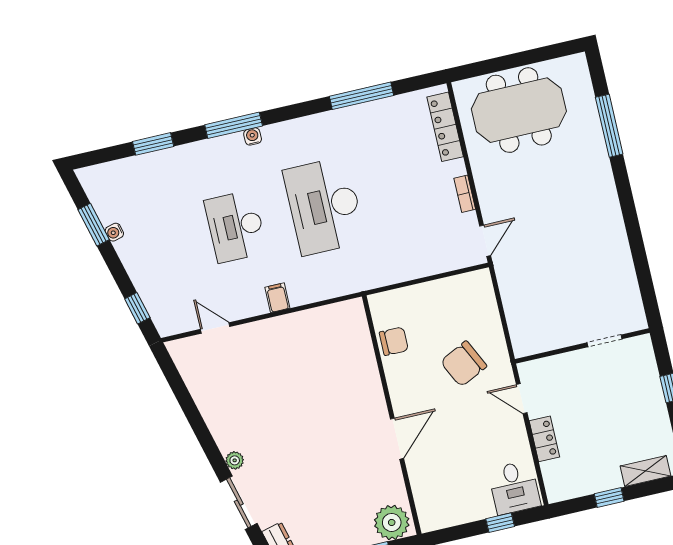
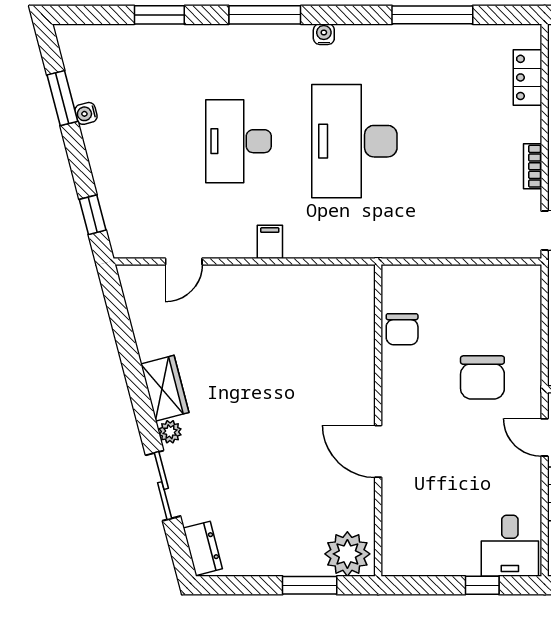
locker: (445, 127) -> (527, 77), width x0.66
water cooler: (253, 136) -> (324, 34), moved
door: (215, 328) -> (184, 261), swing flipped
chair: (394, 341) -> (402, 329), turned 90
chair: (464, 364) -> (482, 377), turned -64
wardrobe: (223, 428) -> (165, 388), added
door: (397, 439) -> (378, 451), swing flipped

